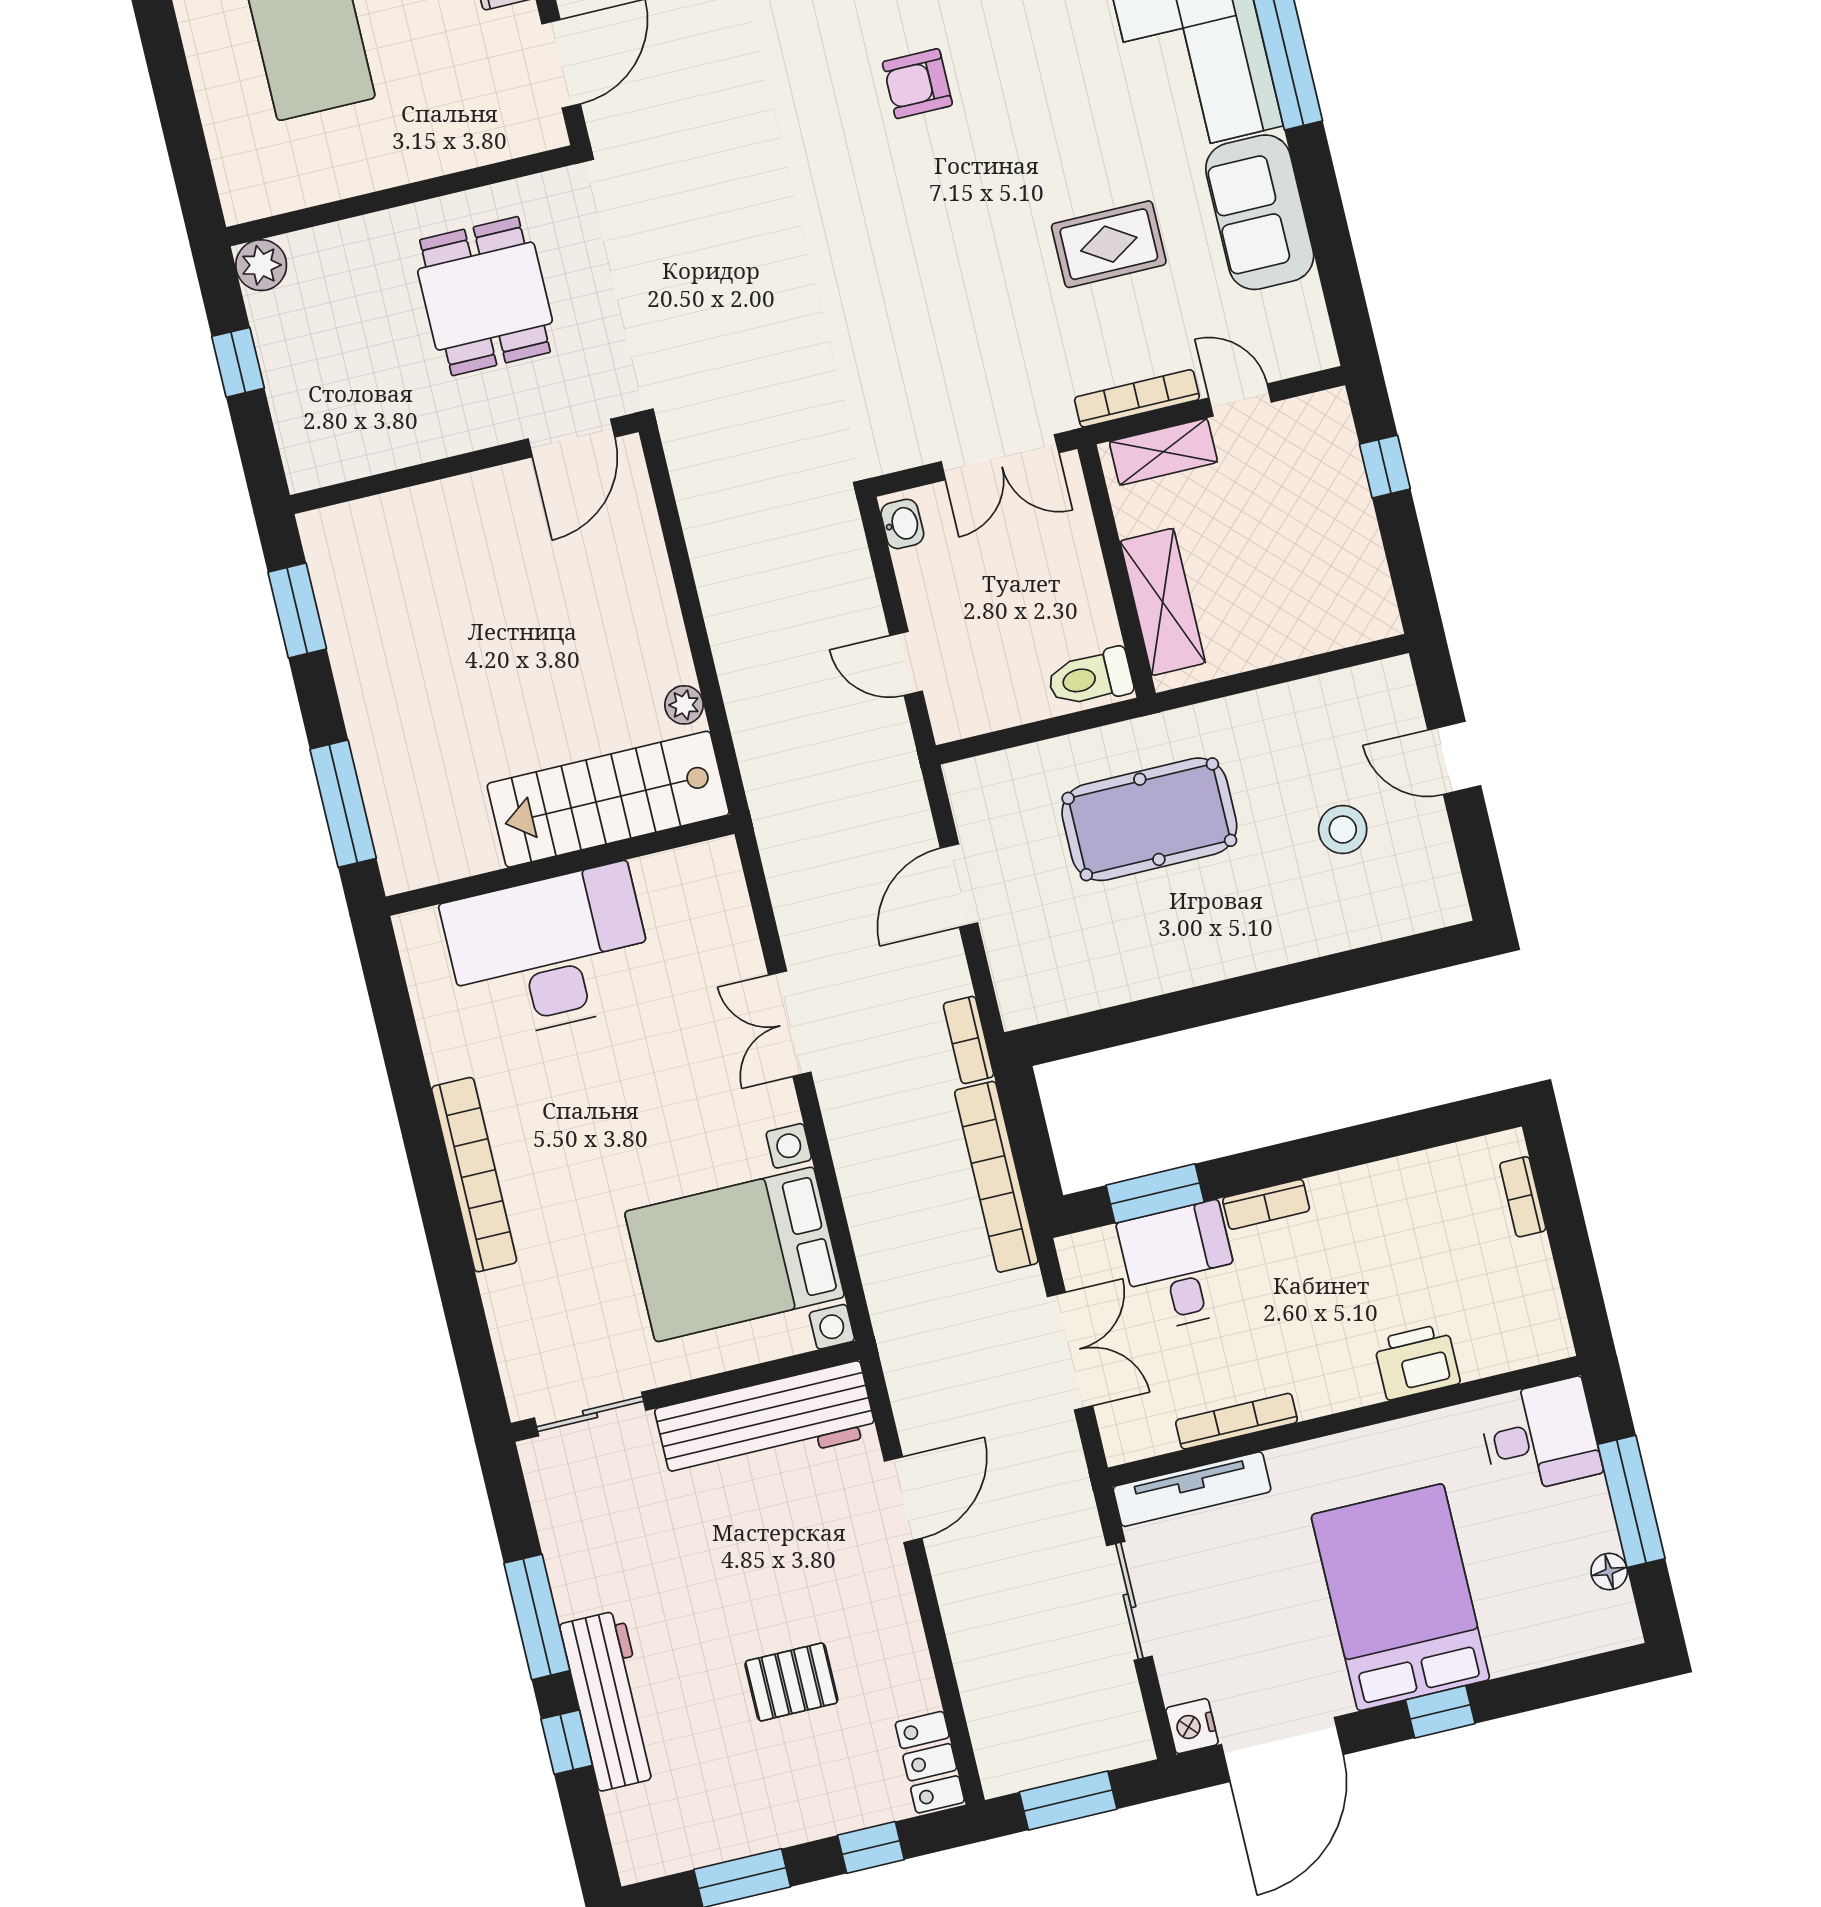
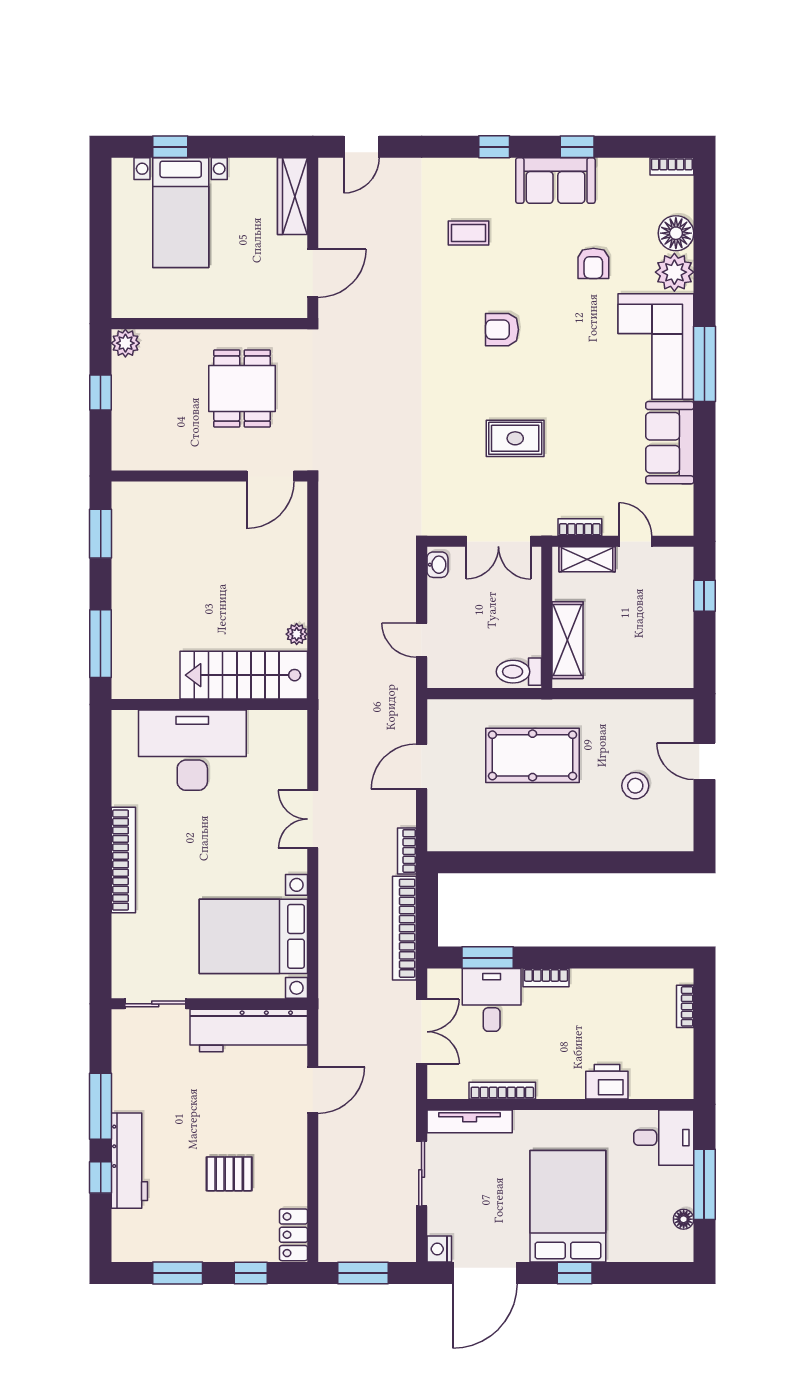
rug: (1109, 244) -> (515, 438), moved
bookcase: (1137, 398) -> (580, 527), width x0.64

